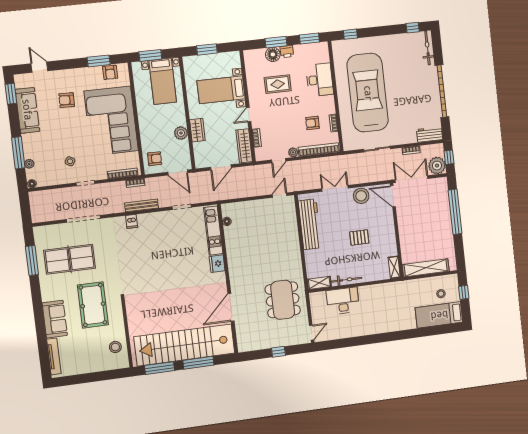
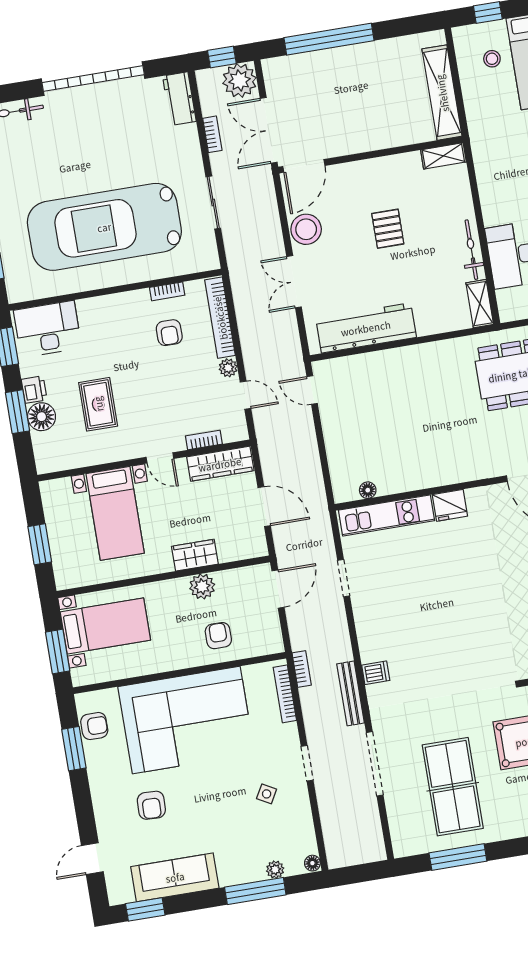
desk: (320, 80) -> (48, 329), moved
armchair: (155, 159) -> (218, 636), moved
bench: (141, 205) -> (351, 693), moved

